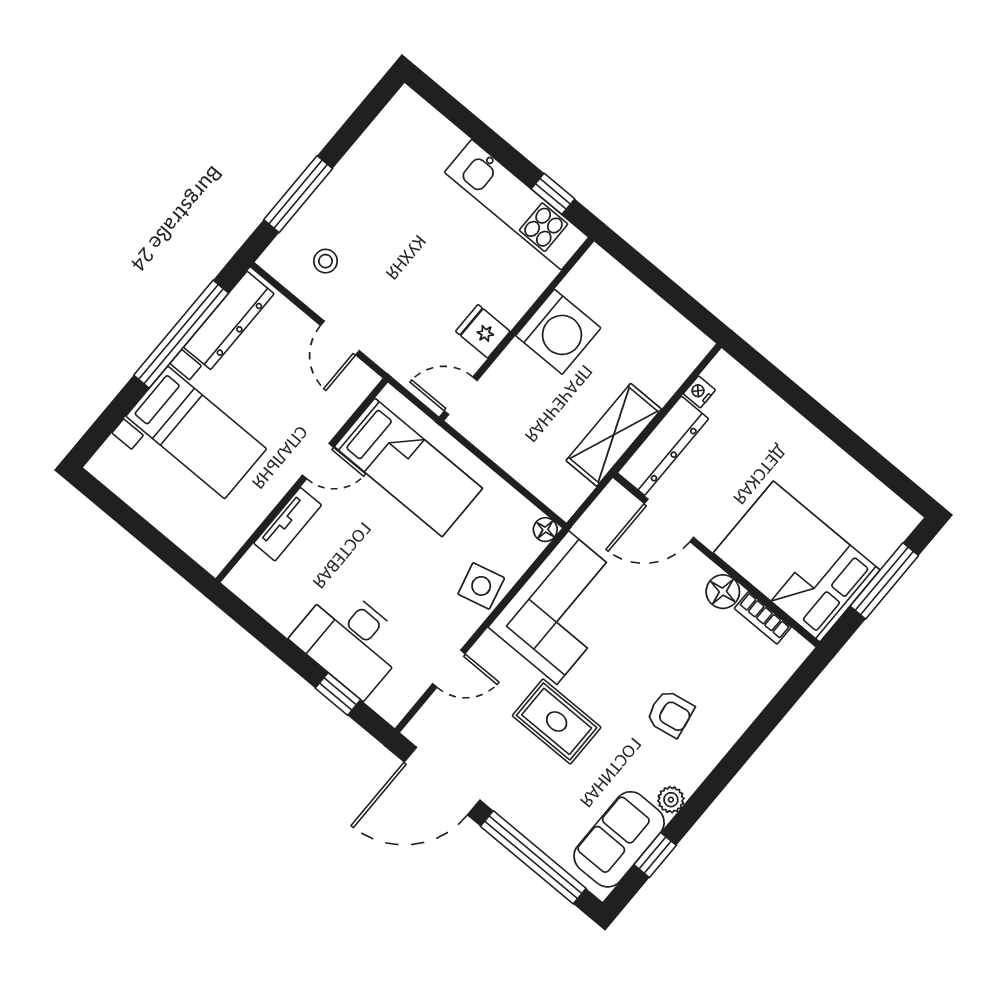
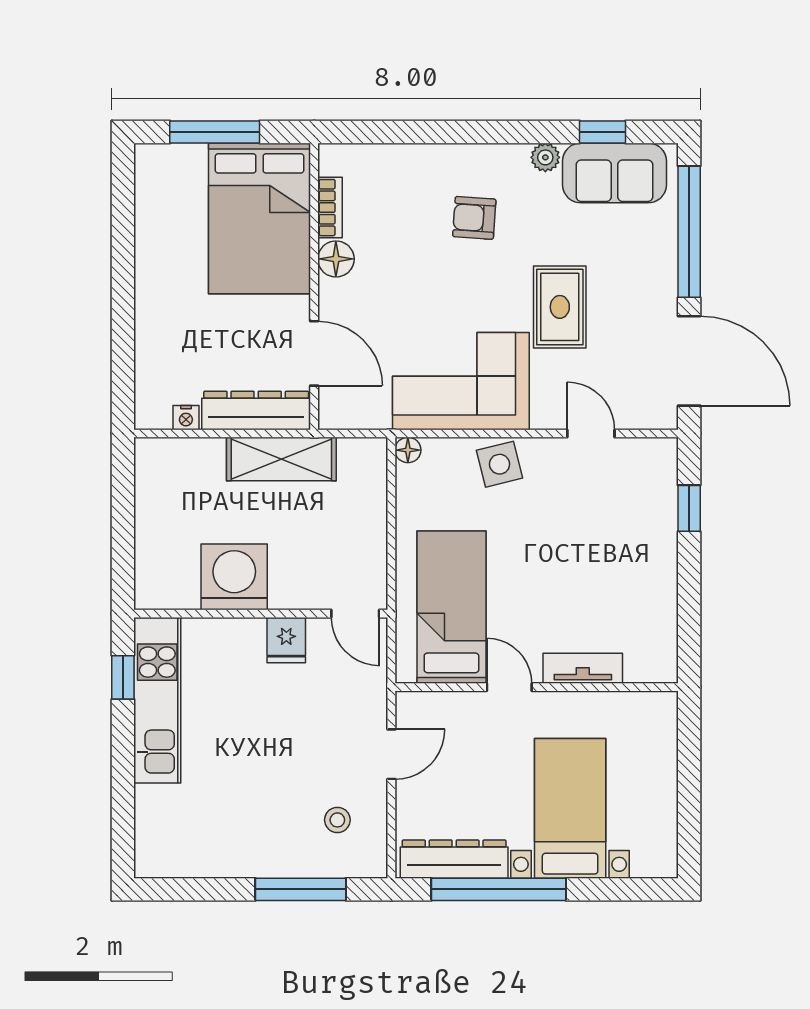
desk: (350, 641) -> (636, 535), removed
armchair: (670, 714) -> (474, 218), turned -76

